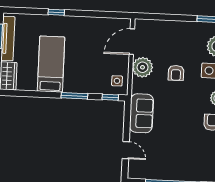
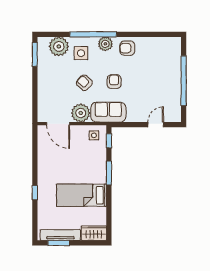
armchair: (176, 73) -> (84, 83), turned -138
armchair: (176, 106) -> (114, 82), added
sofa: (141, 113) -> (108, 112), moved

